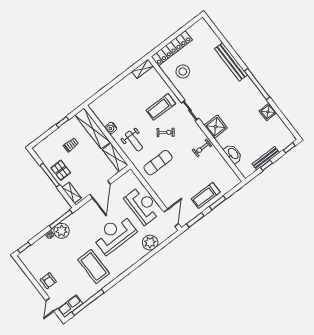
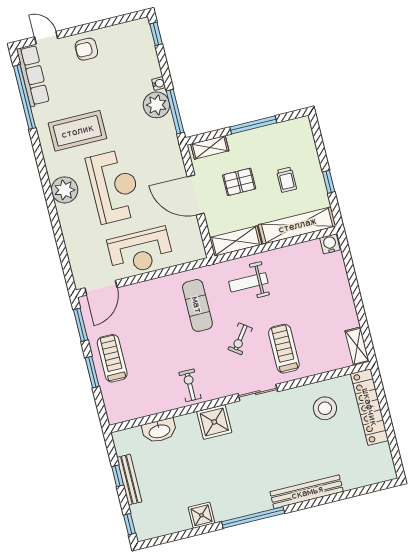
water cooler: (111, 128) -> (330, 244), moved
pallet: (61, 170) -> (239, 182), moved
door: (171, 218) -> (101, 288), hinge flipped
plant: (150, 243) -> (65, 190), moved
row of seats: (70, 306) -> (33, 76), width x1.48

